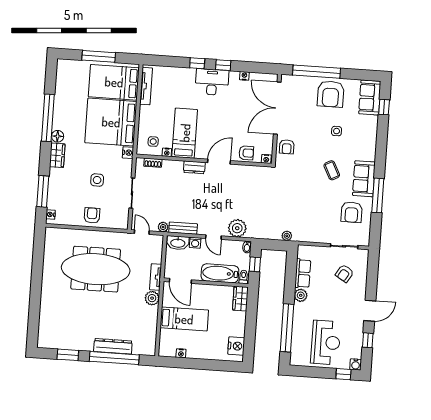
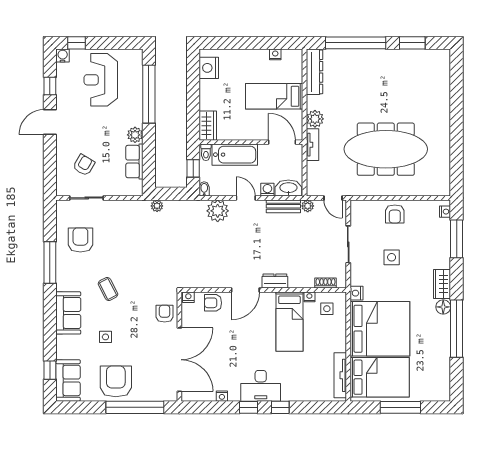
sofa: (364, 179) -> (68, 313), moved
dresser: (113, 346) -> (314, 72), moved, turned -90

